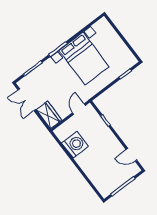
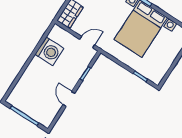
door: (131, 155) -> (69, 99), moved

